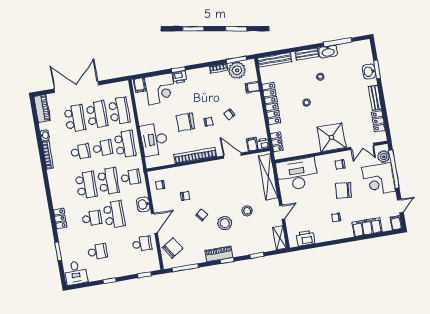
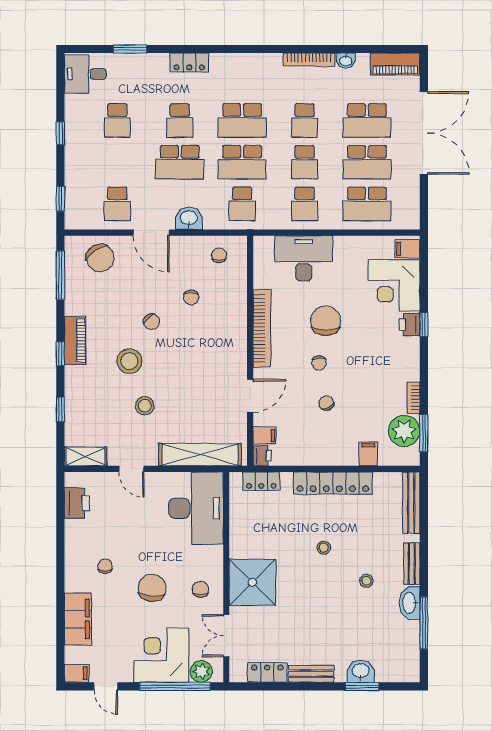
school desk: (125, 144) -> (305, 204), width x0.54

